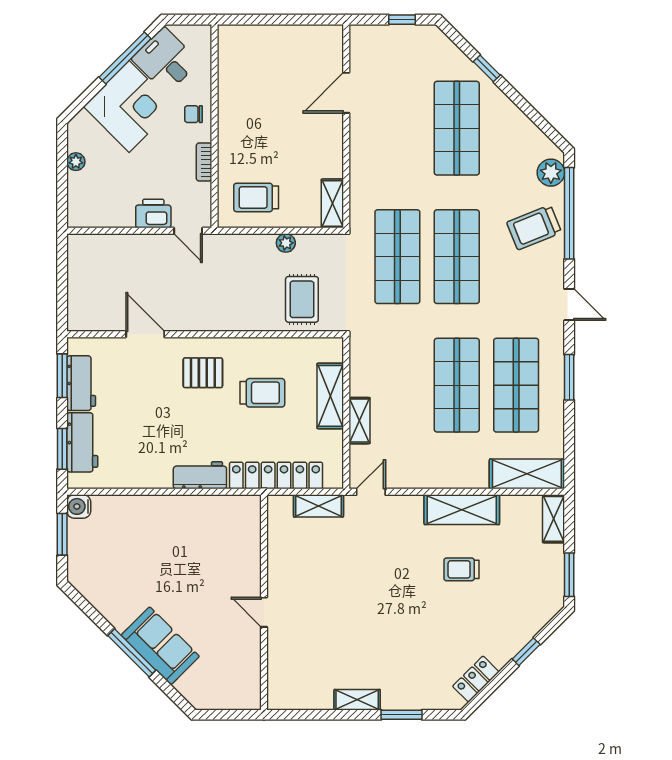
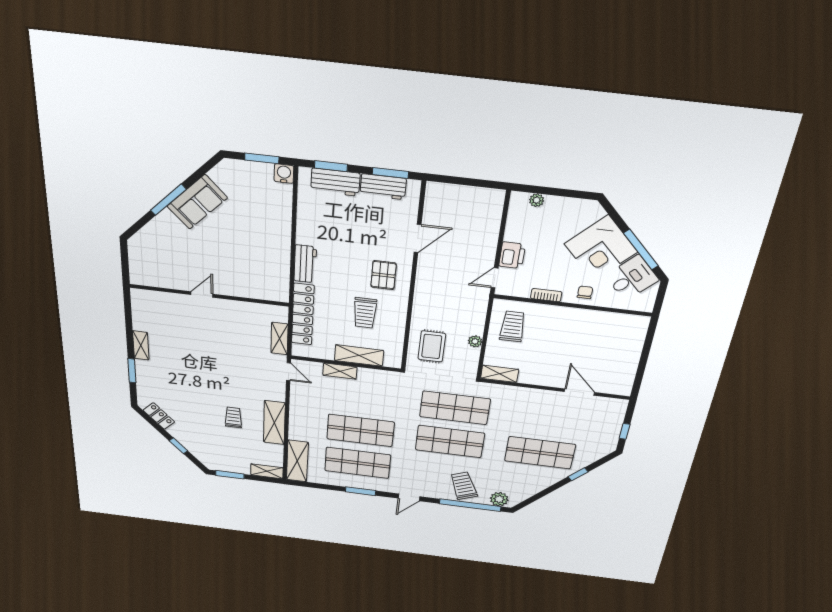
plant: (76, 162) -> (537, 200), moved
rug: (302, 299) -> (432, 346), turned 90
sofa: (160, 646) -> (197, 202), moved

